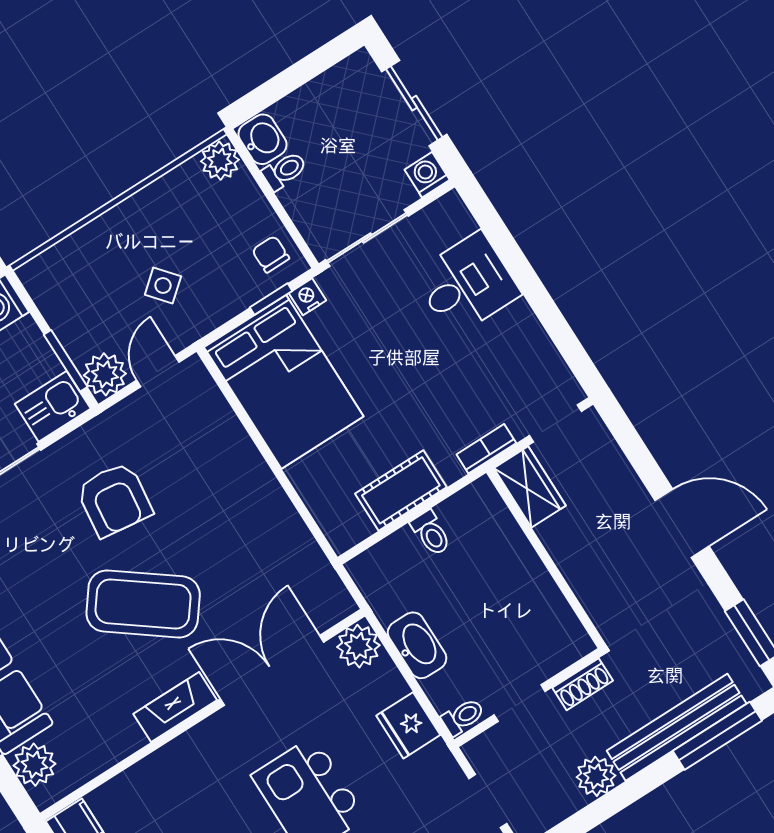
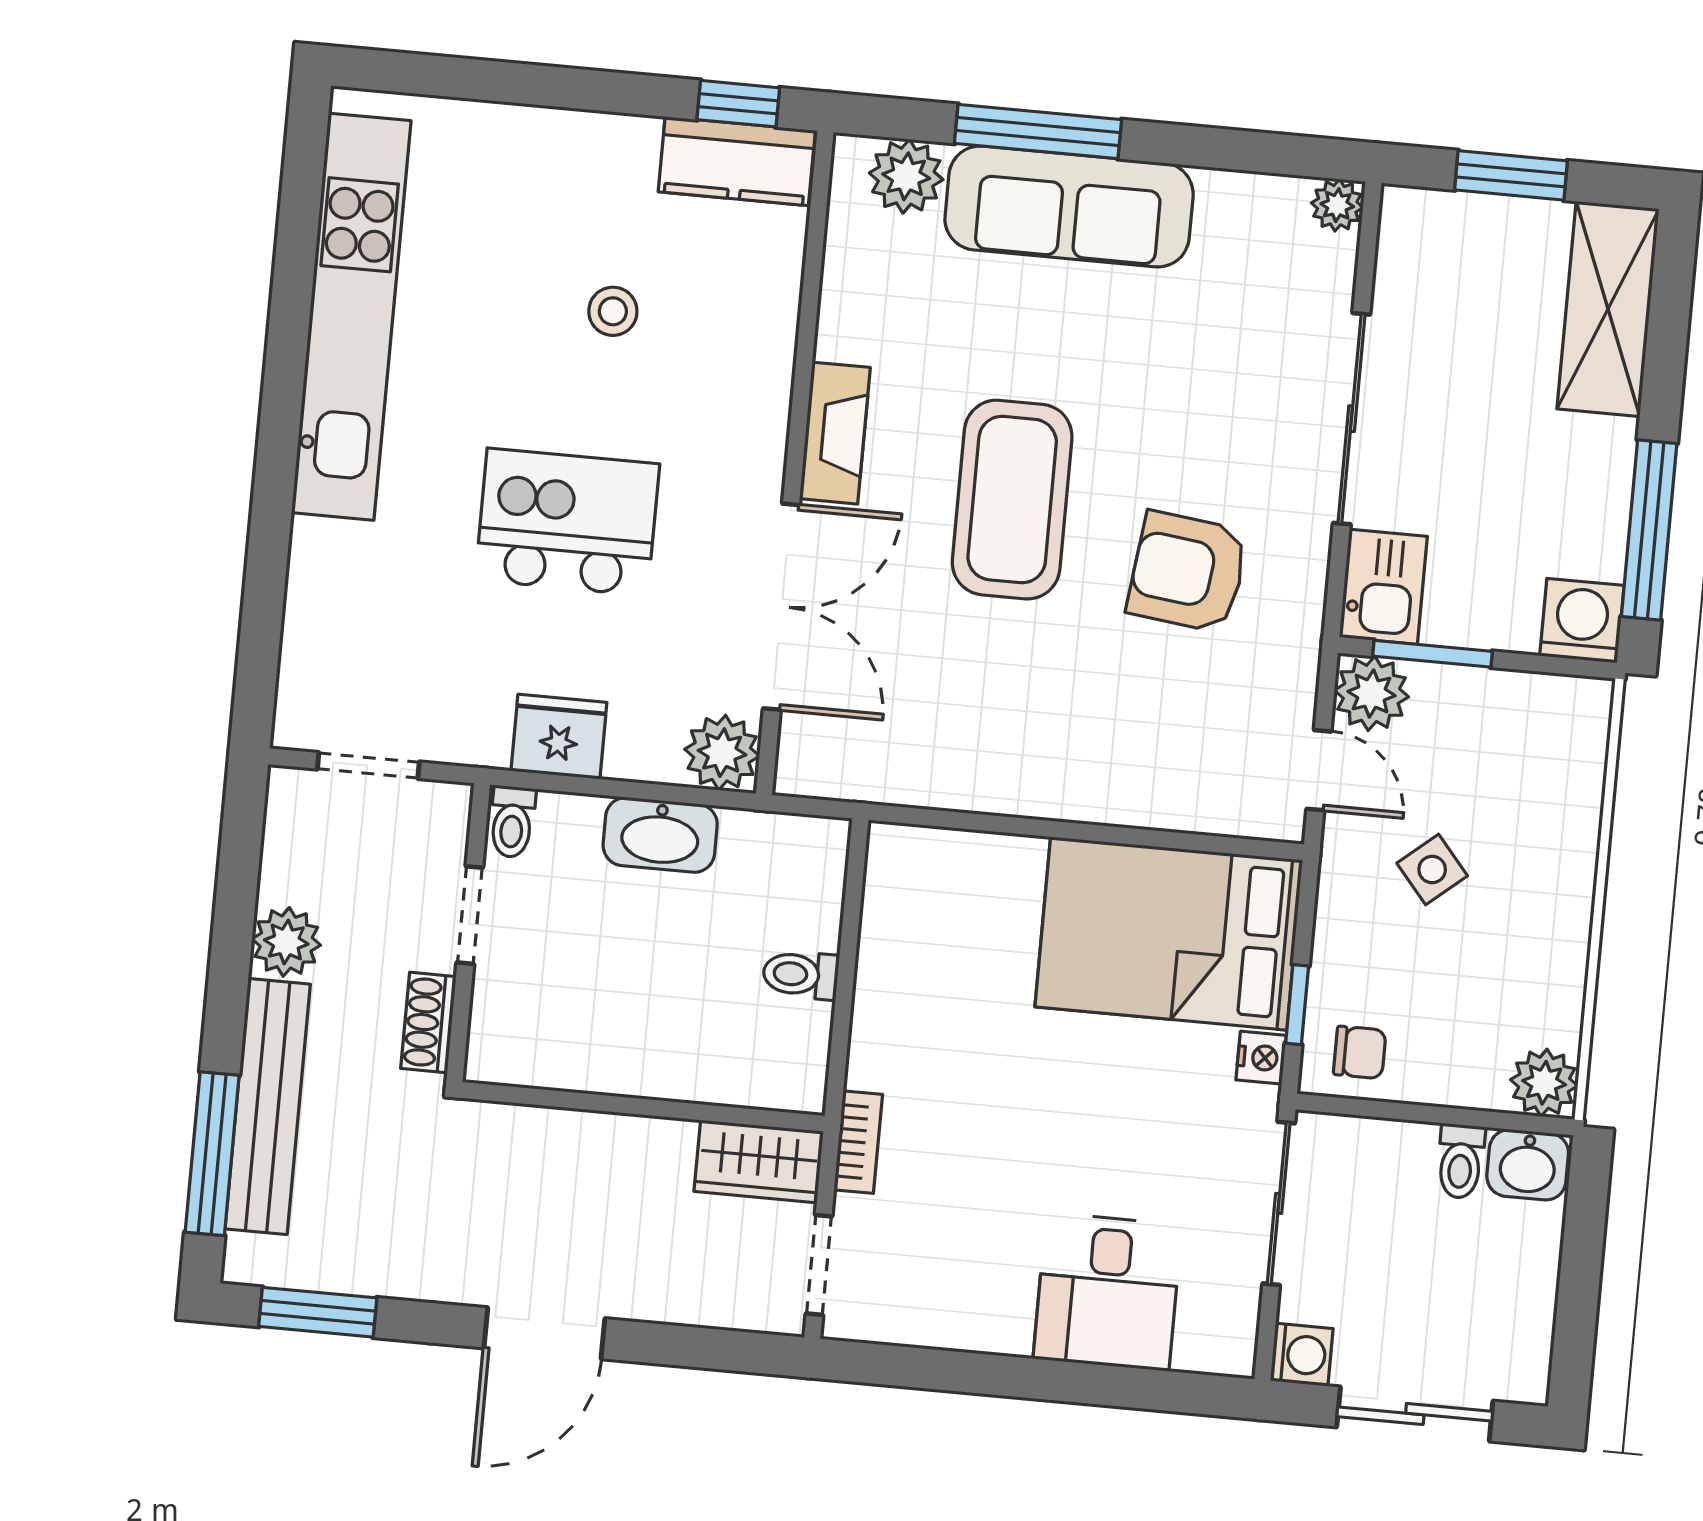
cot: (401, 490) -> (892, 979), removed
coffee table: (143, 604) -> (1012, 500), turned -37

